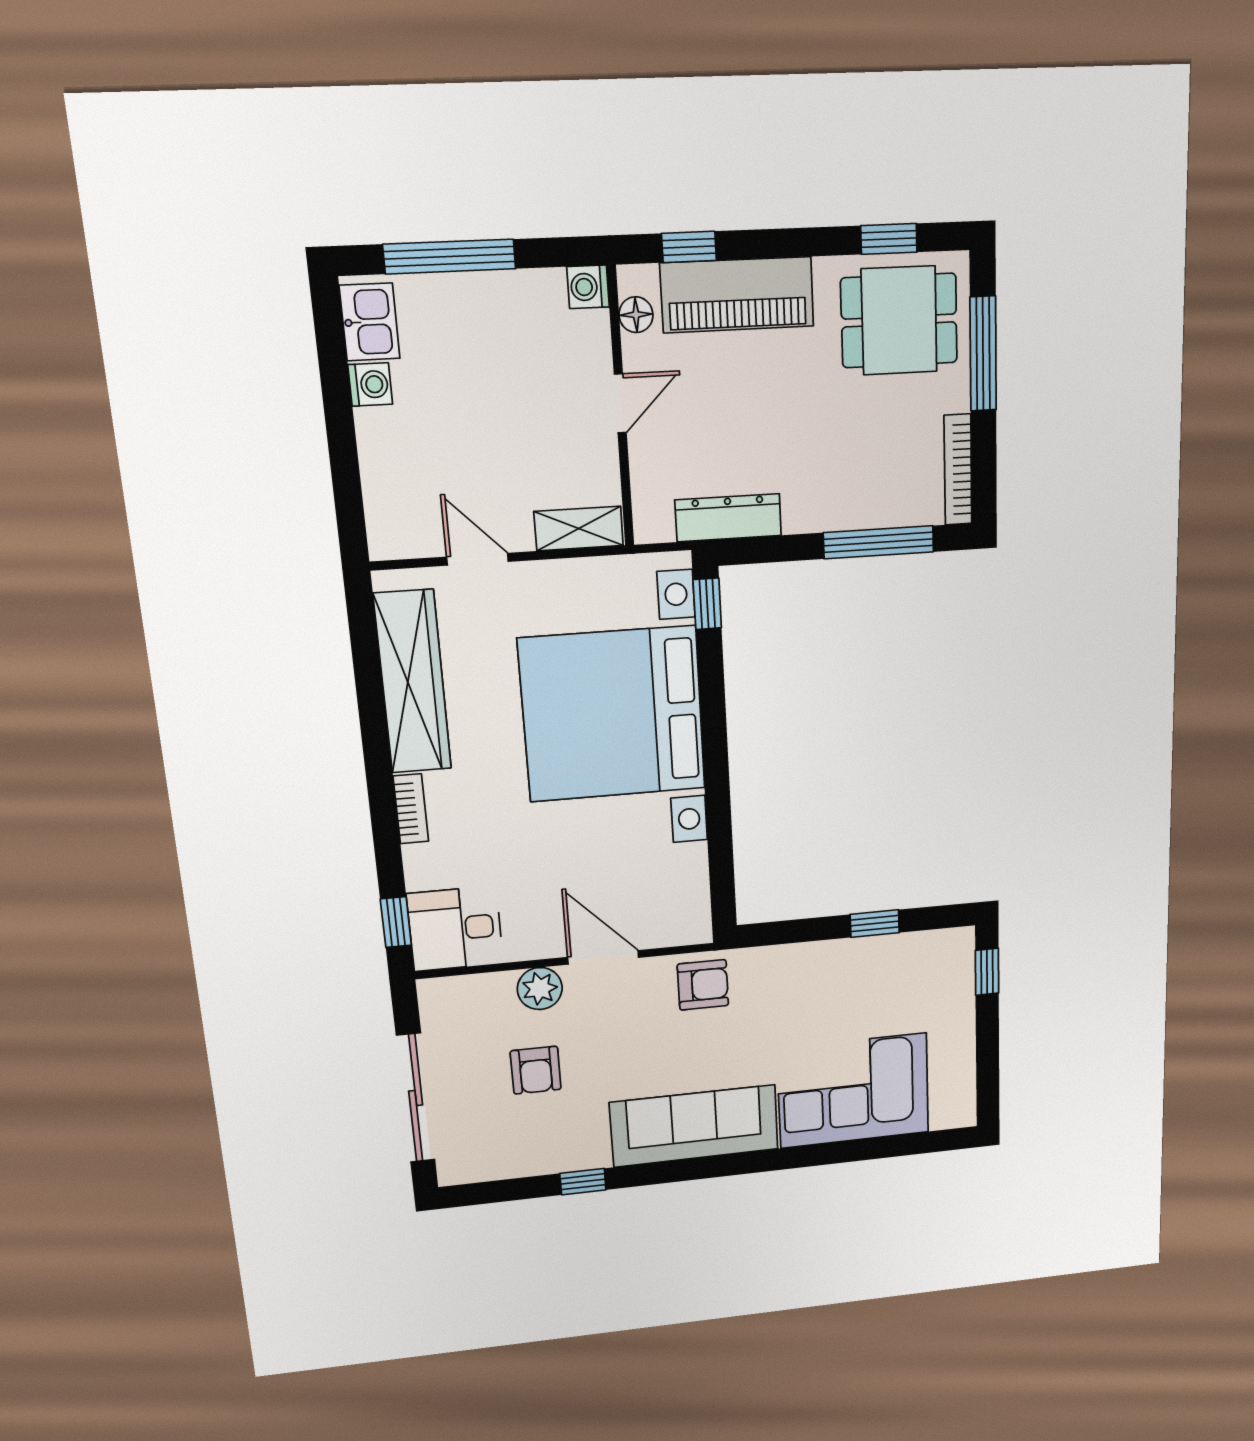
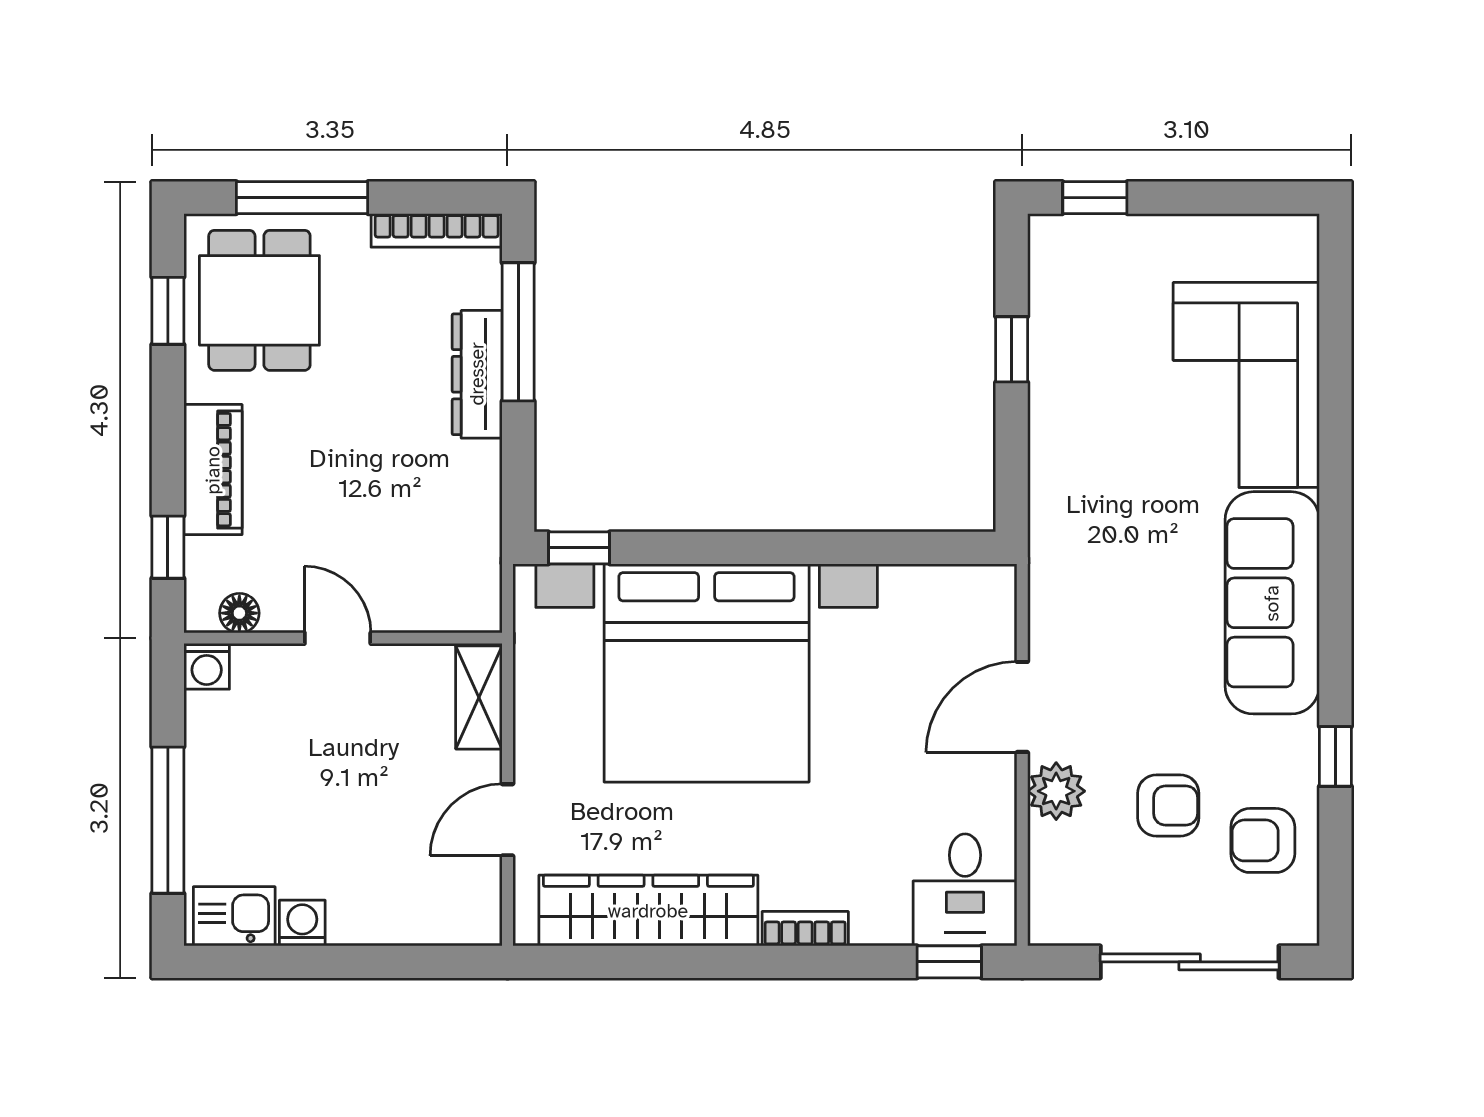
piano: (737, 295) -> (213, 470), width x0.73, depth x0.75
dresser: (728, 518) -> (477, 374), moved
armchair: (703, 985) -> (1263, 840), moved, turned -90

